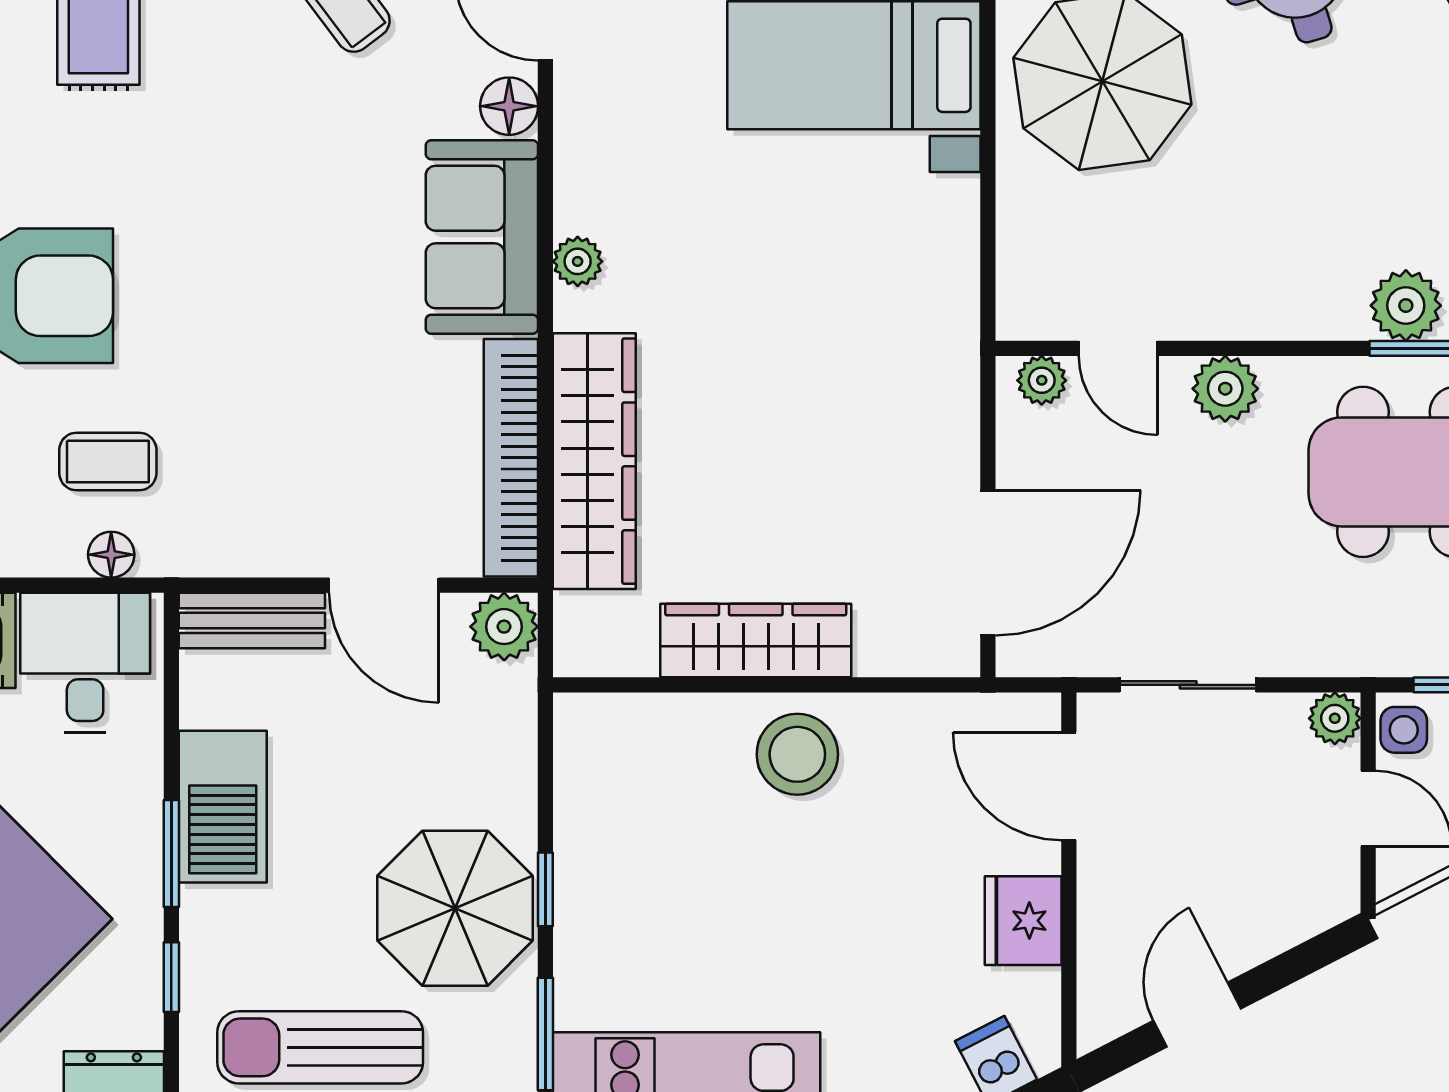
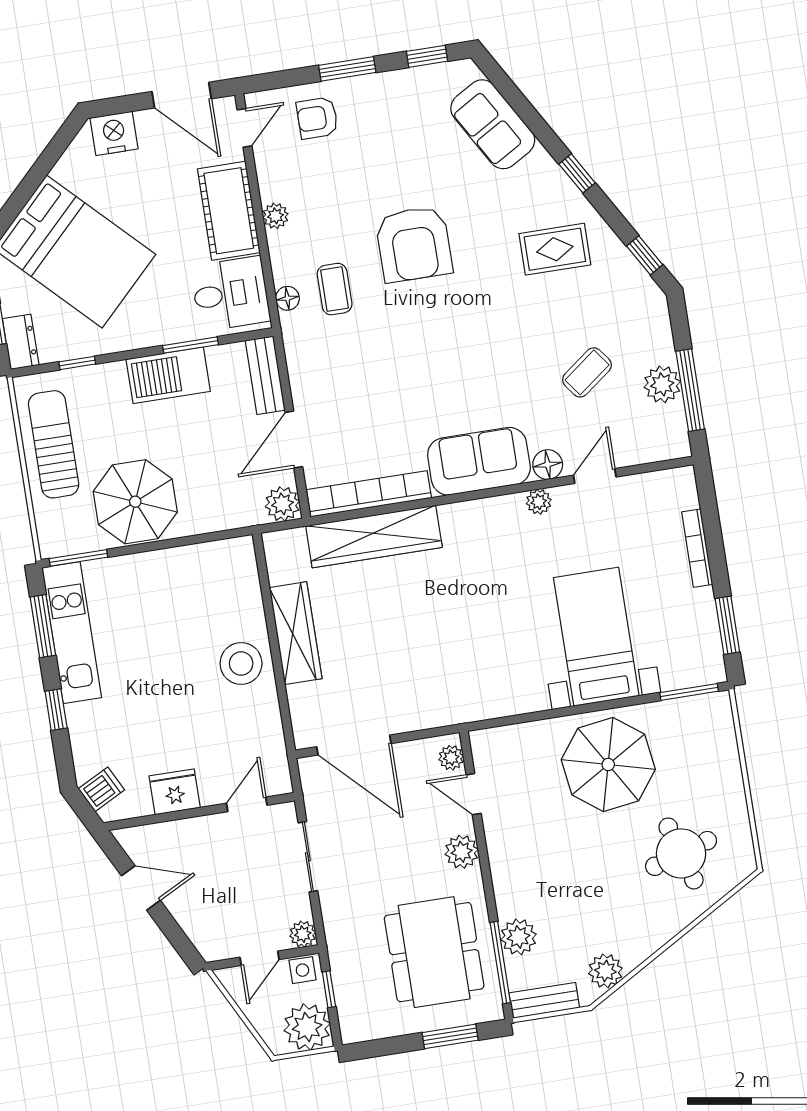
plant: (578, 261) -> (539, 502), moved
door: (1118, 348) -> (474, 794), hinge flipped
door: (1069, 786) -> (247, 804), width x0.73
window: (171, 854) -> (191, 345), moved
window: (545, 889) -> (152, 546), removed

